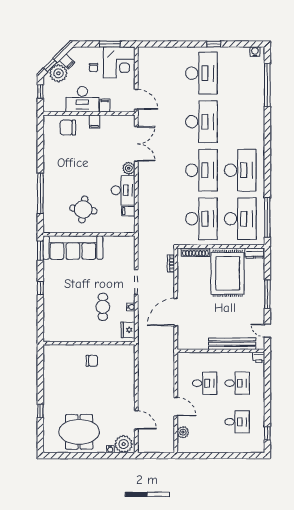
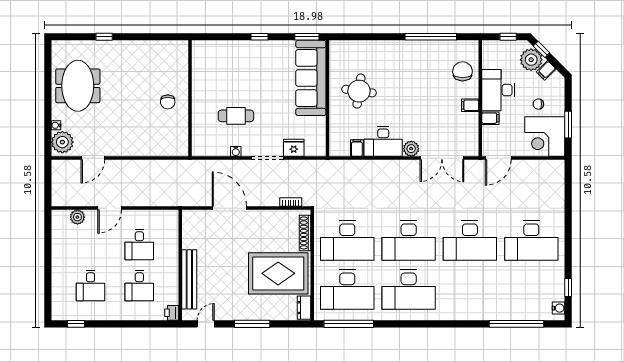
window: (214, 44) -> (568, 287), moved
window: (40, 193) -> (431, 37), moved
fridge: (128, 330) -> (294, 148), moved

